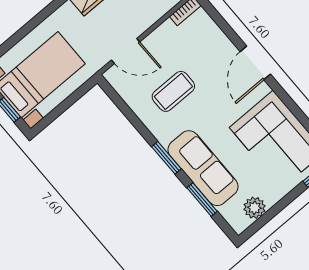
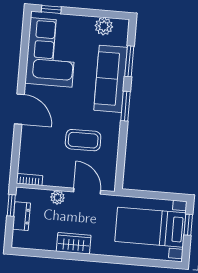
plant: (146, 20) -> (57, 197), added
door: (255, 63) -> (19, 109), hinge flipped

